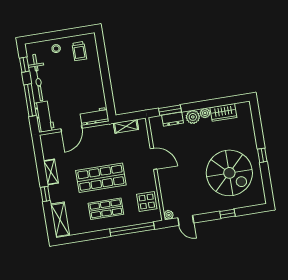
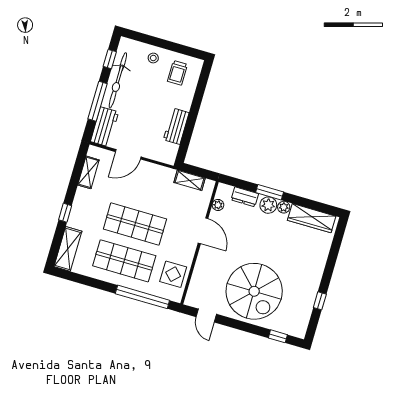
window: (170, 110) -> (270, 192), moved
wardrobe: (223, 112) -> (312, 218), width x1.50
workbench: (94, 116) -> (176, 126), moved, turned -90
window: (262, 155) -> (320, 301), moved
shelving: (51, 172) -> (88, 172), moved
spiral stairs: (229, 173) -> (254, 291), moved
shop shelf: (106, 209) -> (124, 261), width x1.43, depth x1.36
window: (227, 214) -> (278, 336), moved
plant: (169, 215) -> (218, 205), moved

